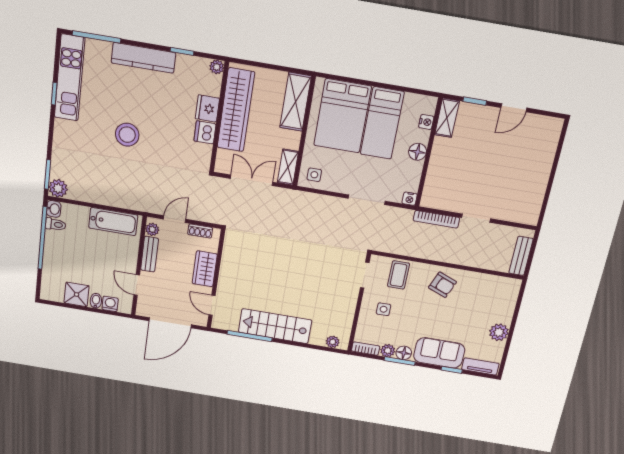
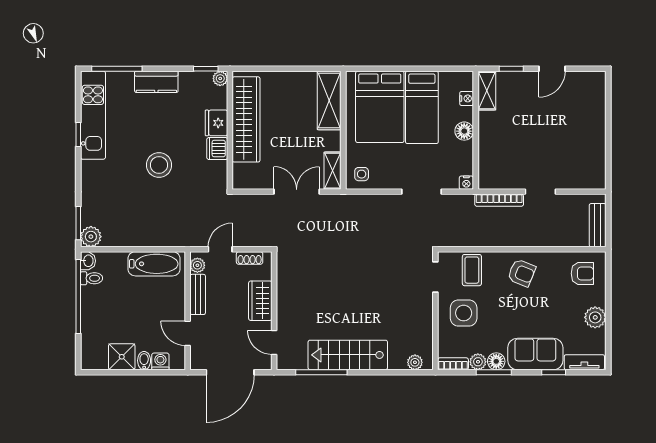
kitchen counter: (143, 58) -> (156, 82), width x0.67
plant: (217, 67) -> (220, 78), moved
fridge: (207, 108) -> (216, 123), moved
wardrobe: (236, 110) -> (246, 119), moved
wall: (219, 117) -> (230, 130), moved
dishwasher: (205, 132) -> (217, 149), moved
armchair: (497, 294) -> (582, 273), added
side table: (384, 309) -> (464, 313), width x1.87, depth x1.87

